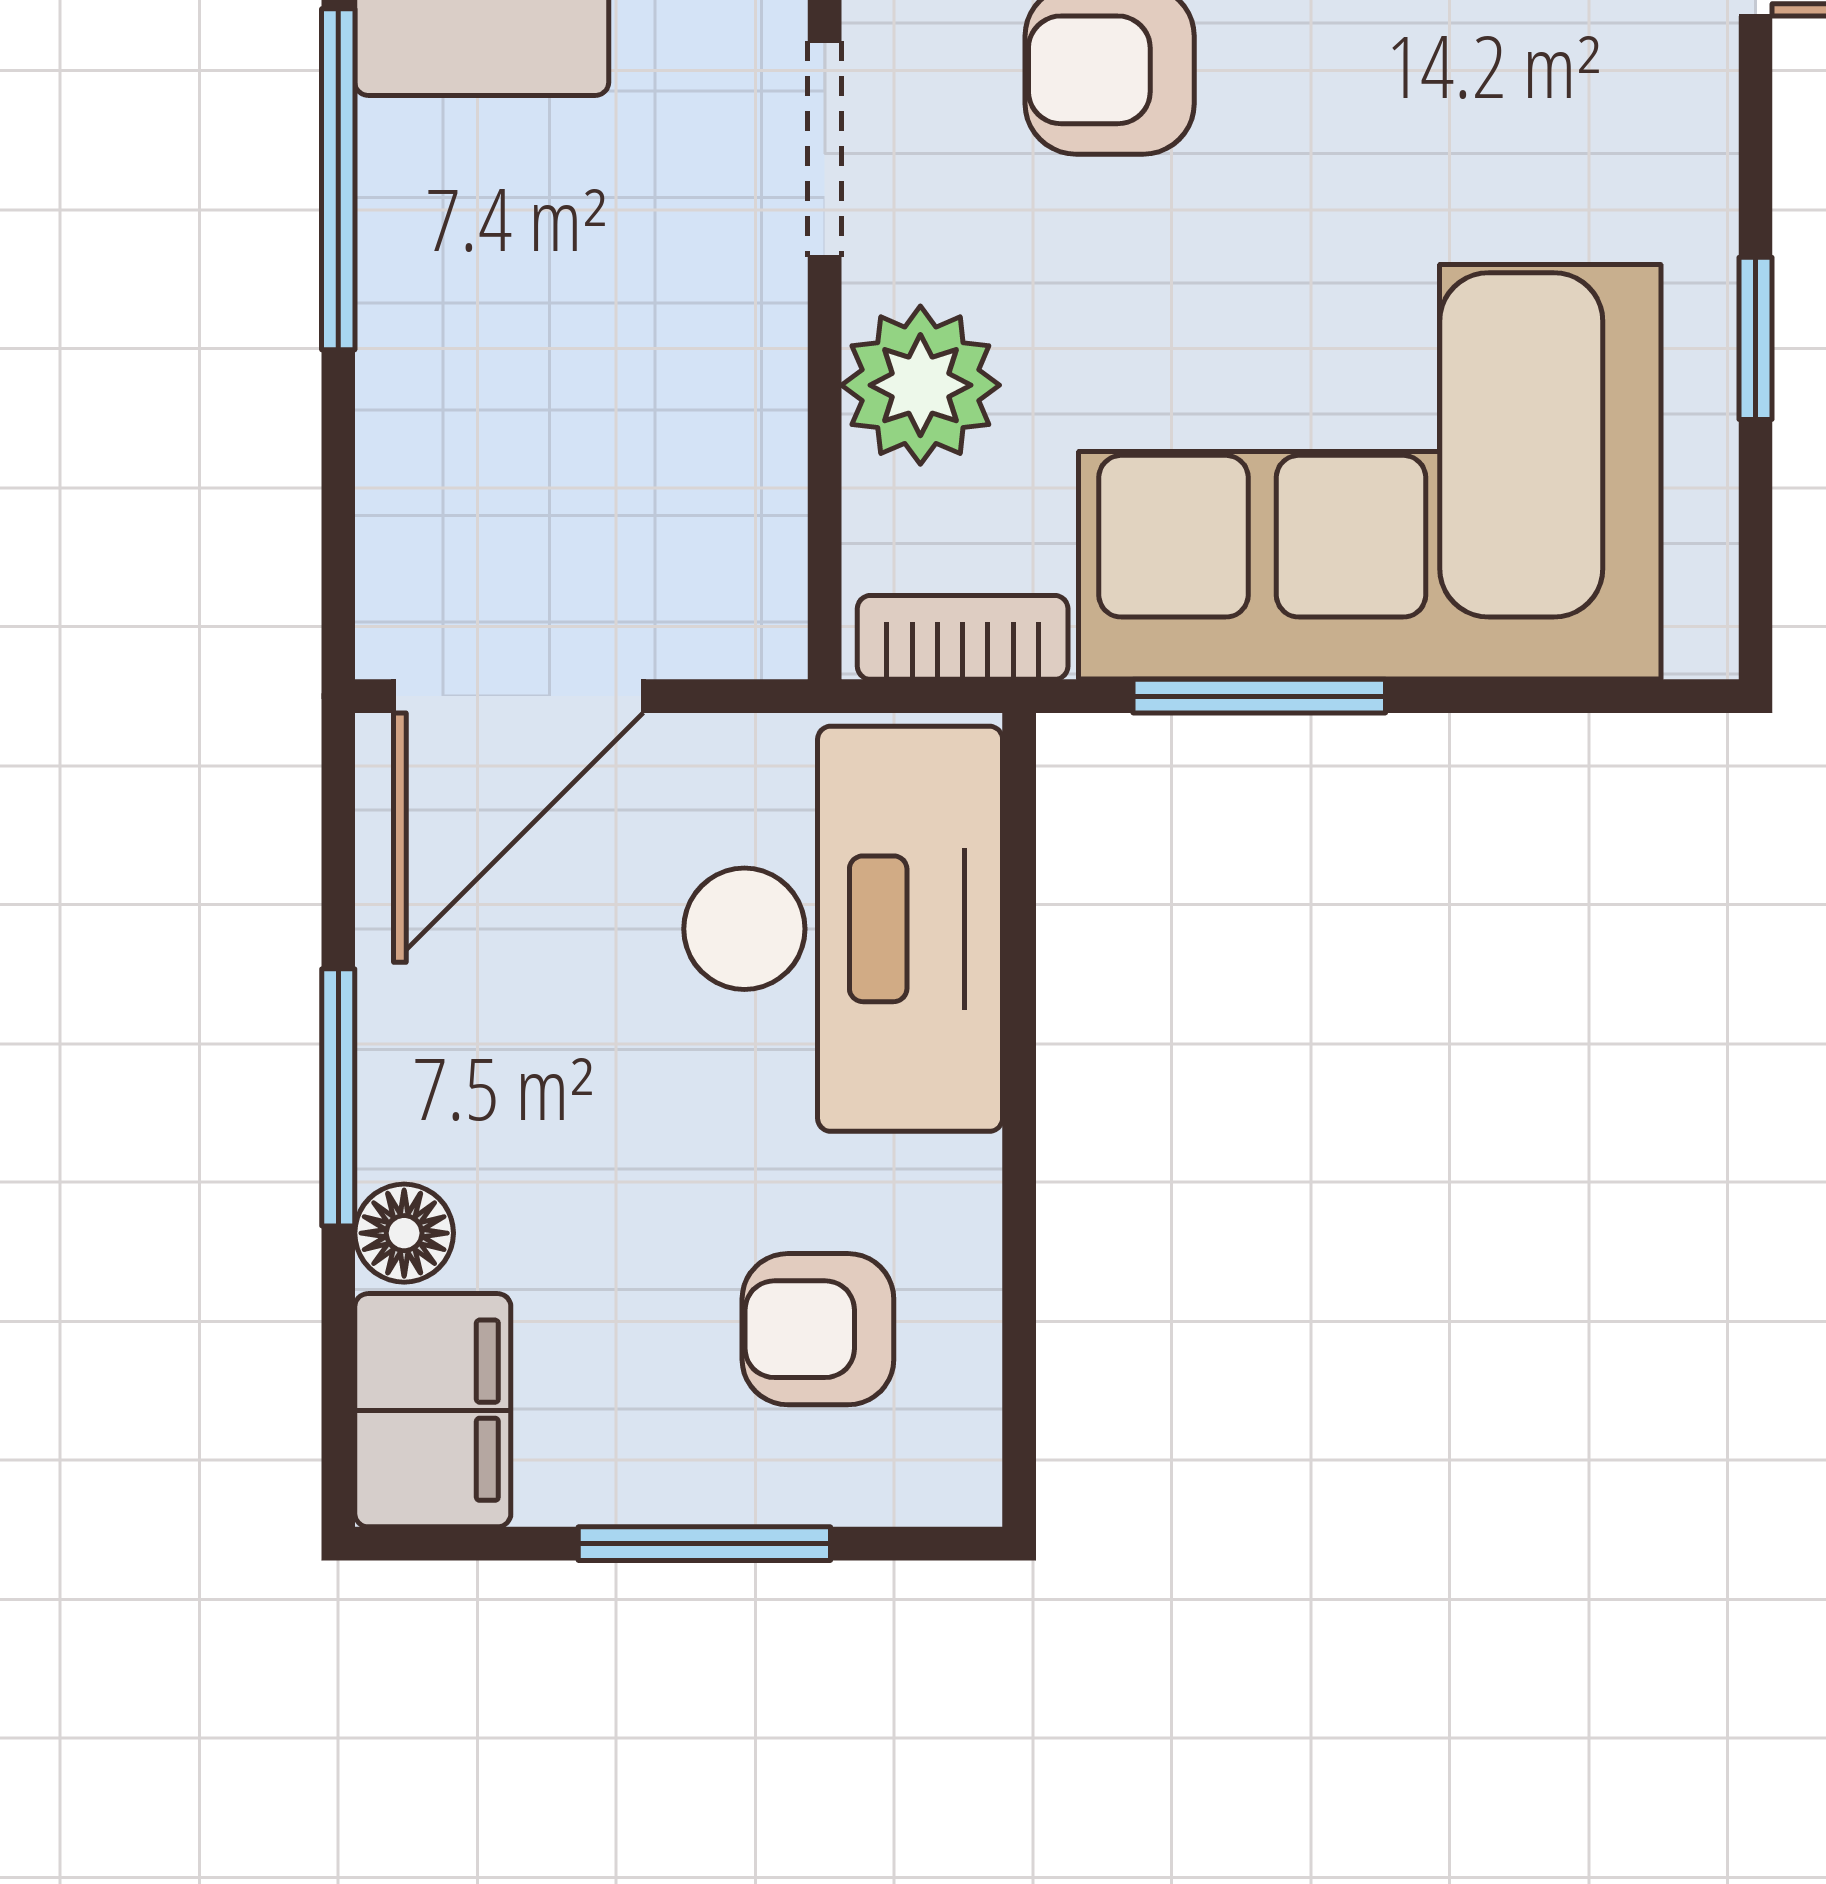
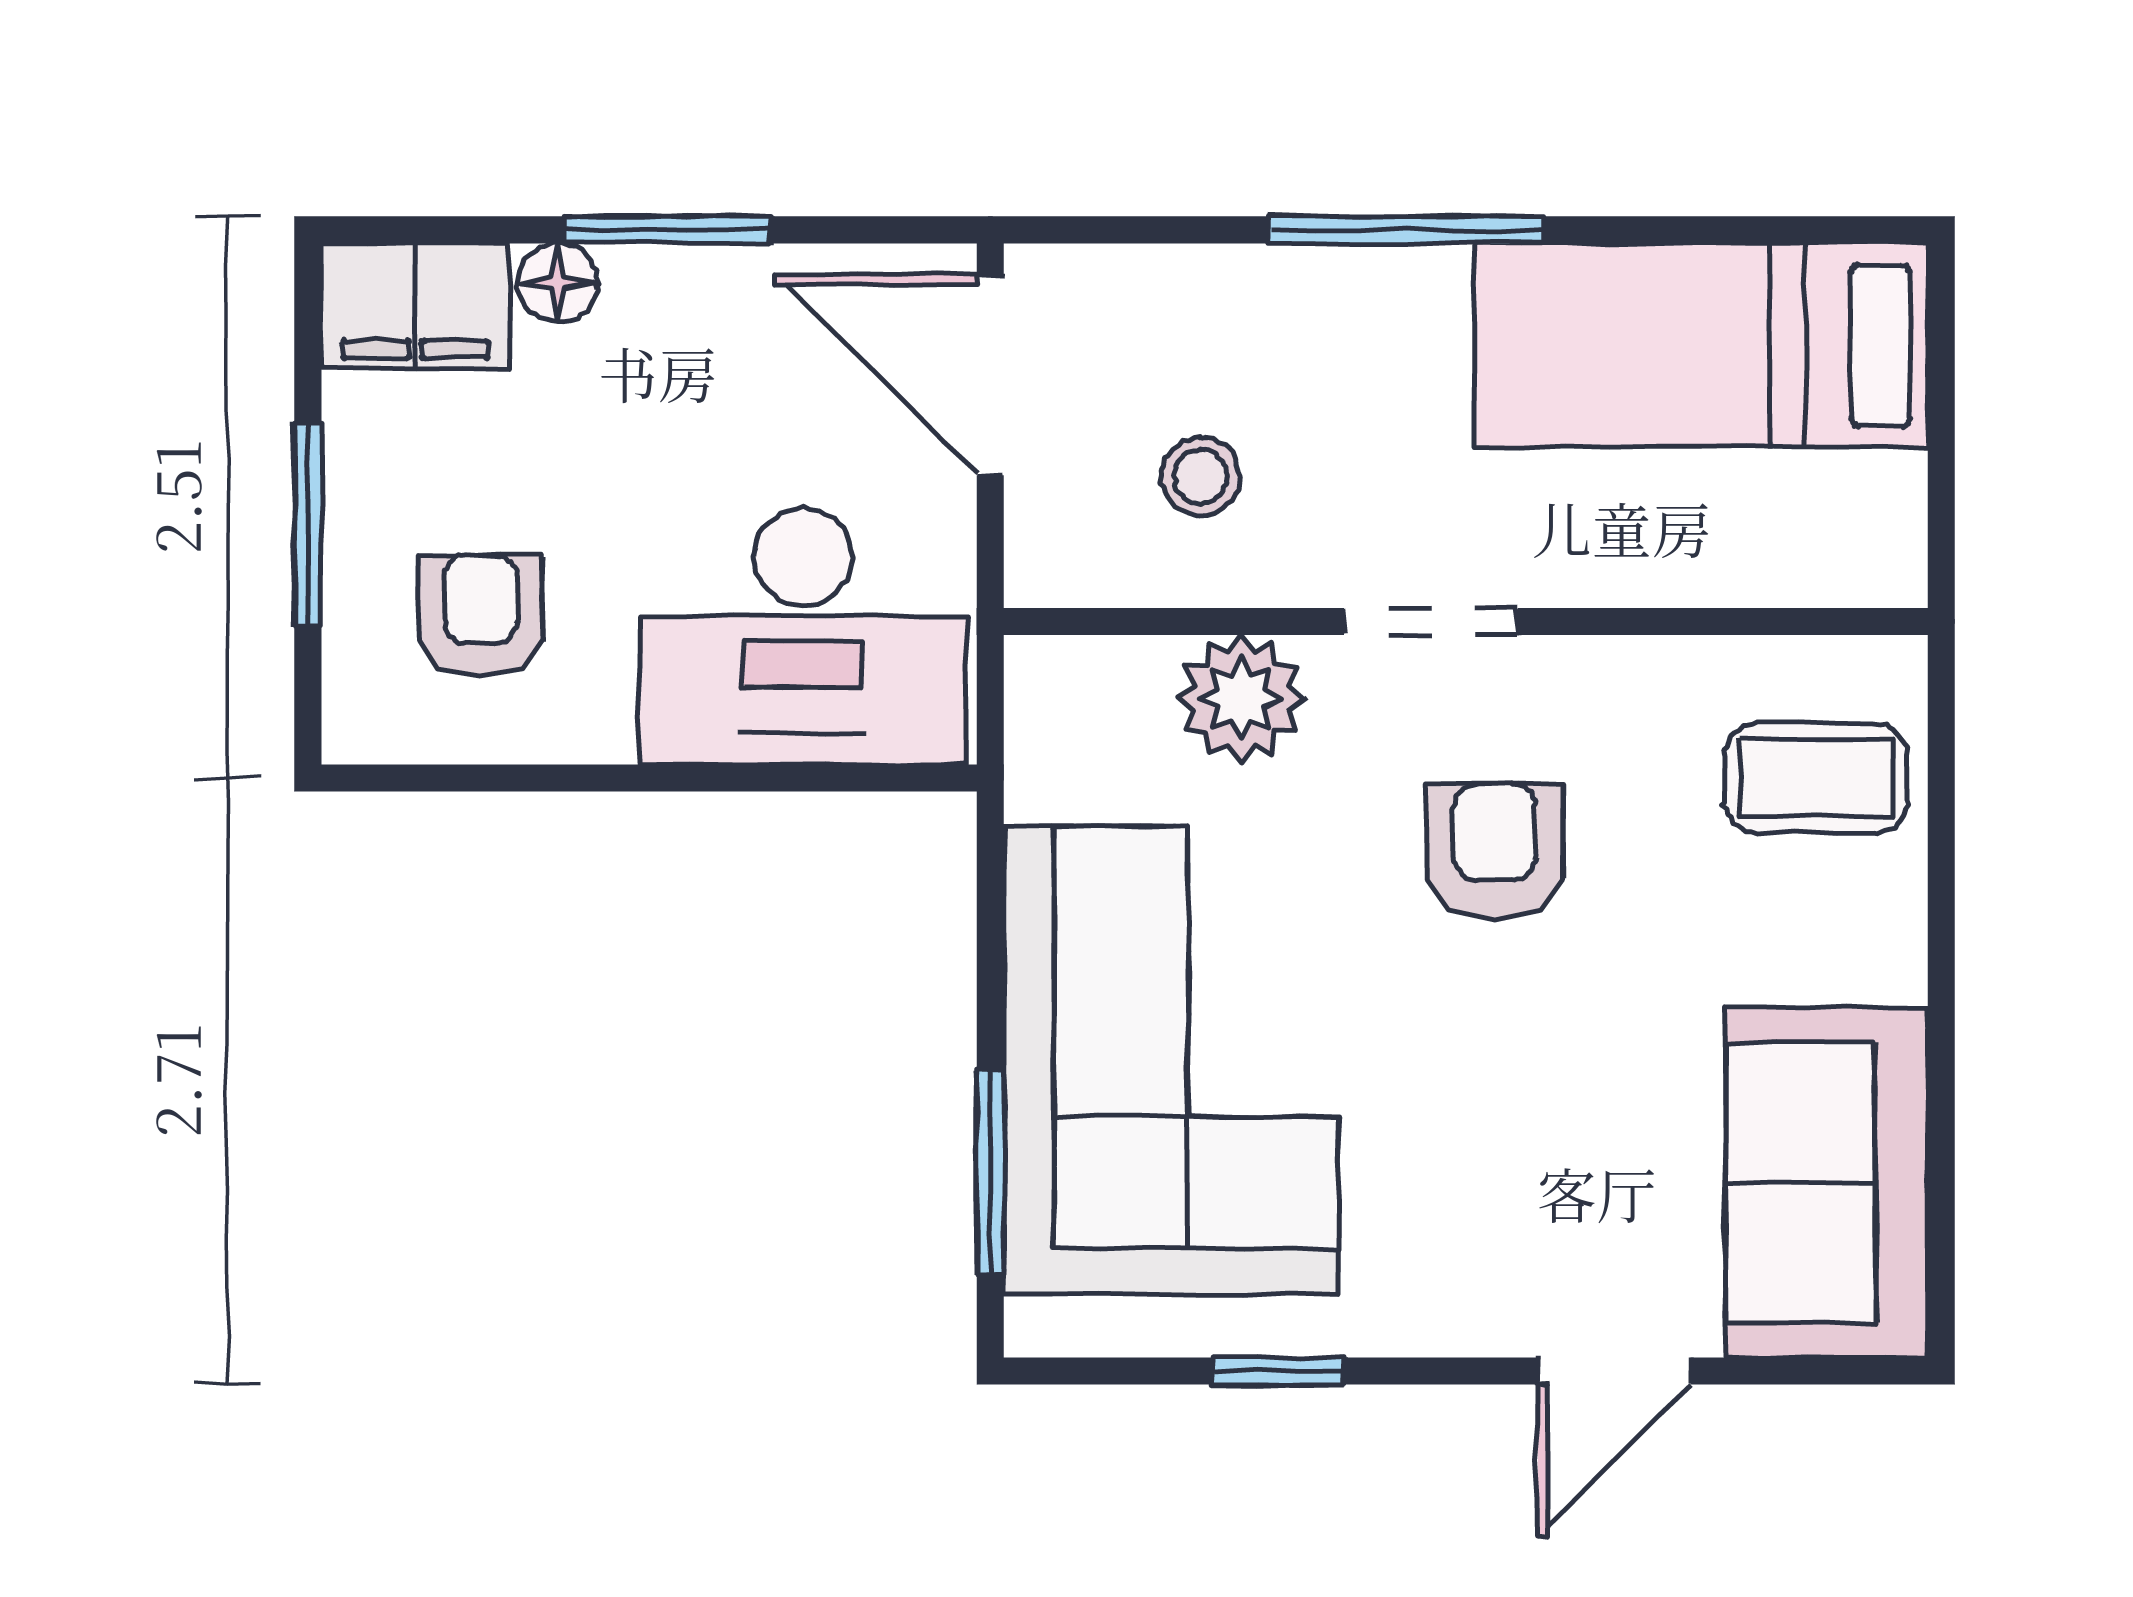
stool: (645, 435) -> (1201, 476), added
bookcase: (963, 637) -> (1038, 733), removed
window: (1259, 696) -> (990, 1172), moved

